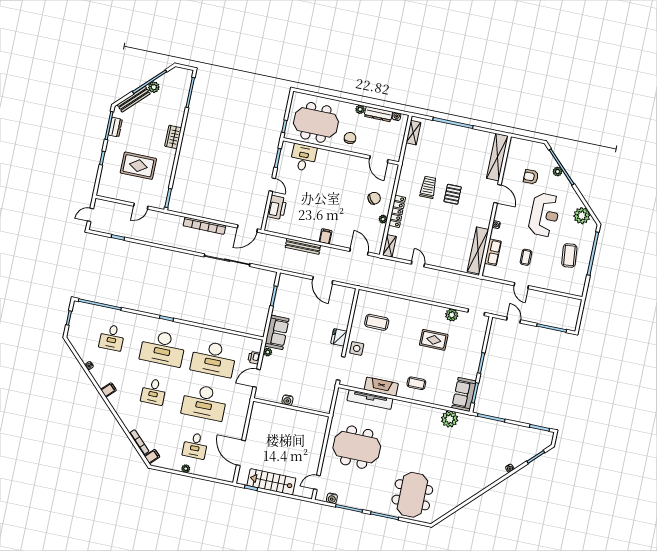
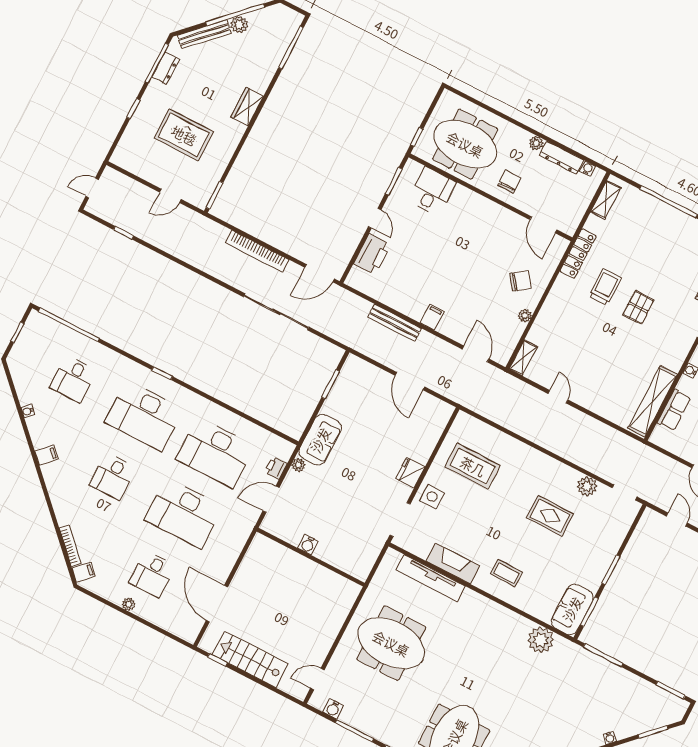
locker: (397, 211) -> (578, 254), moved
coffee table: (377, 322) -> (473, 466), width x1.36, depth x1.32

